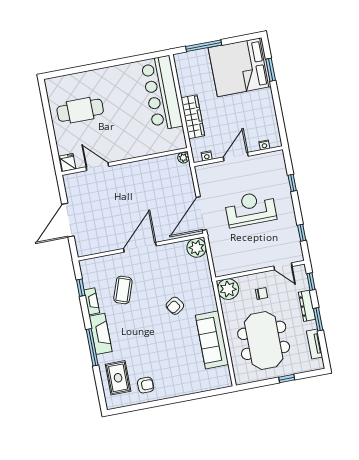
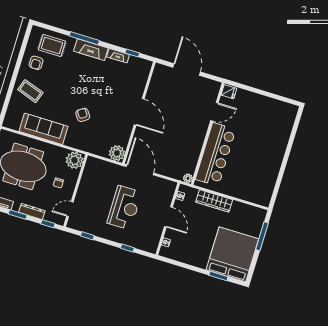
bar counter: (162, 93) -> (216, 154), moved, turned 90
cafe table: (80, 110) -> (262, 121), removed
coffee table: (123, 290) -> (30, 91), moved

